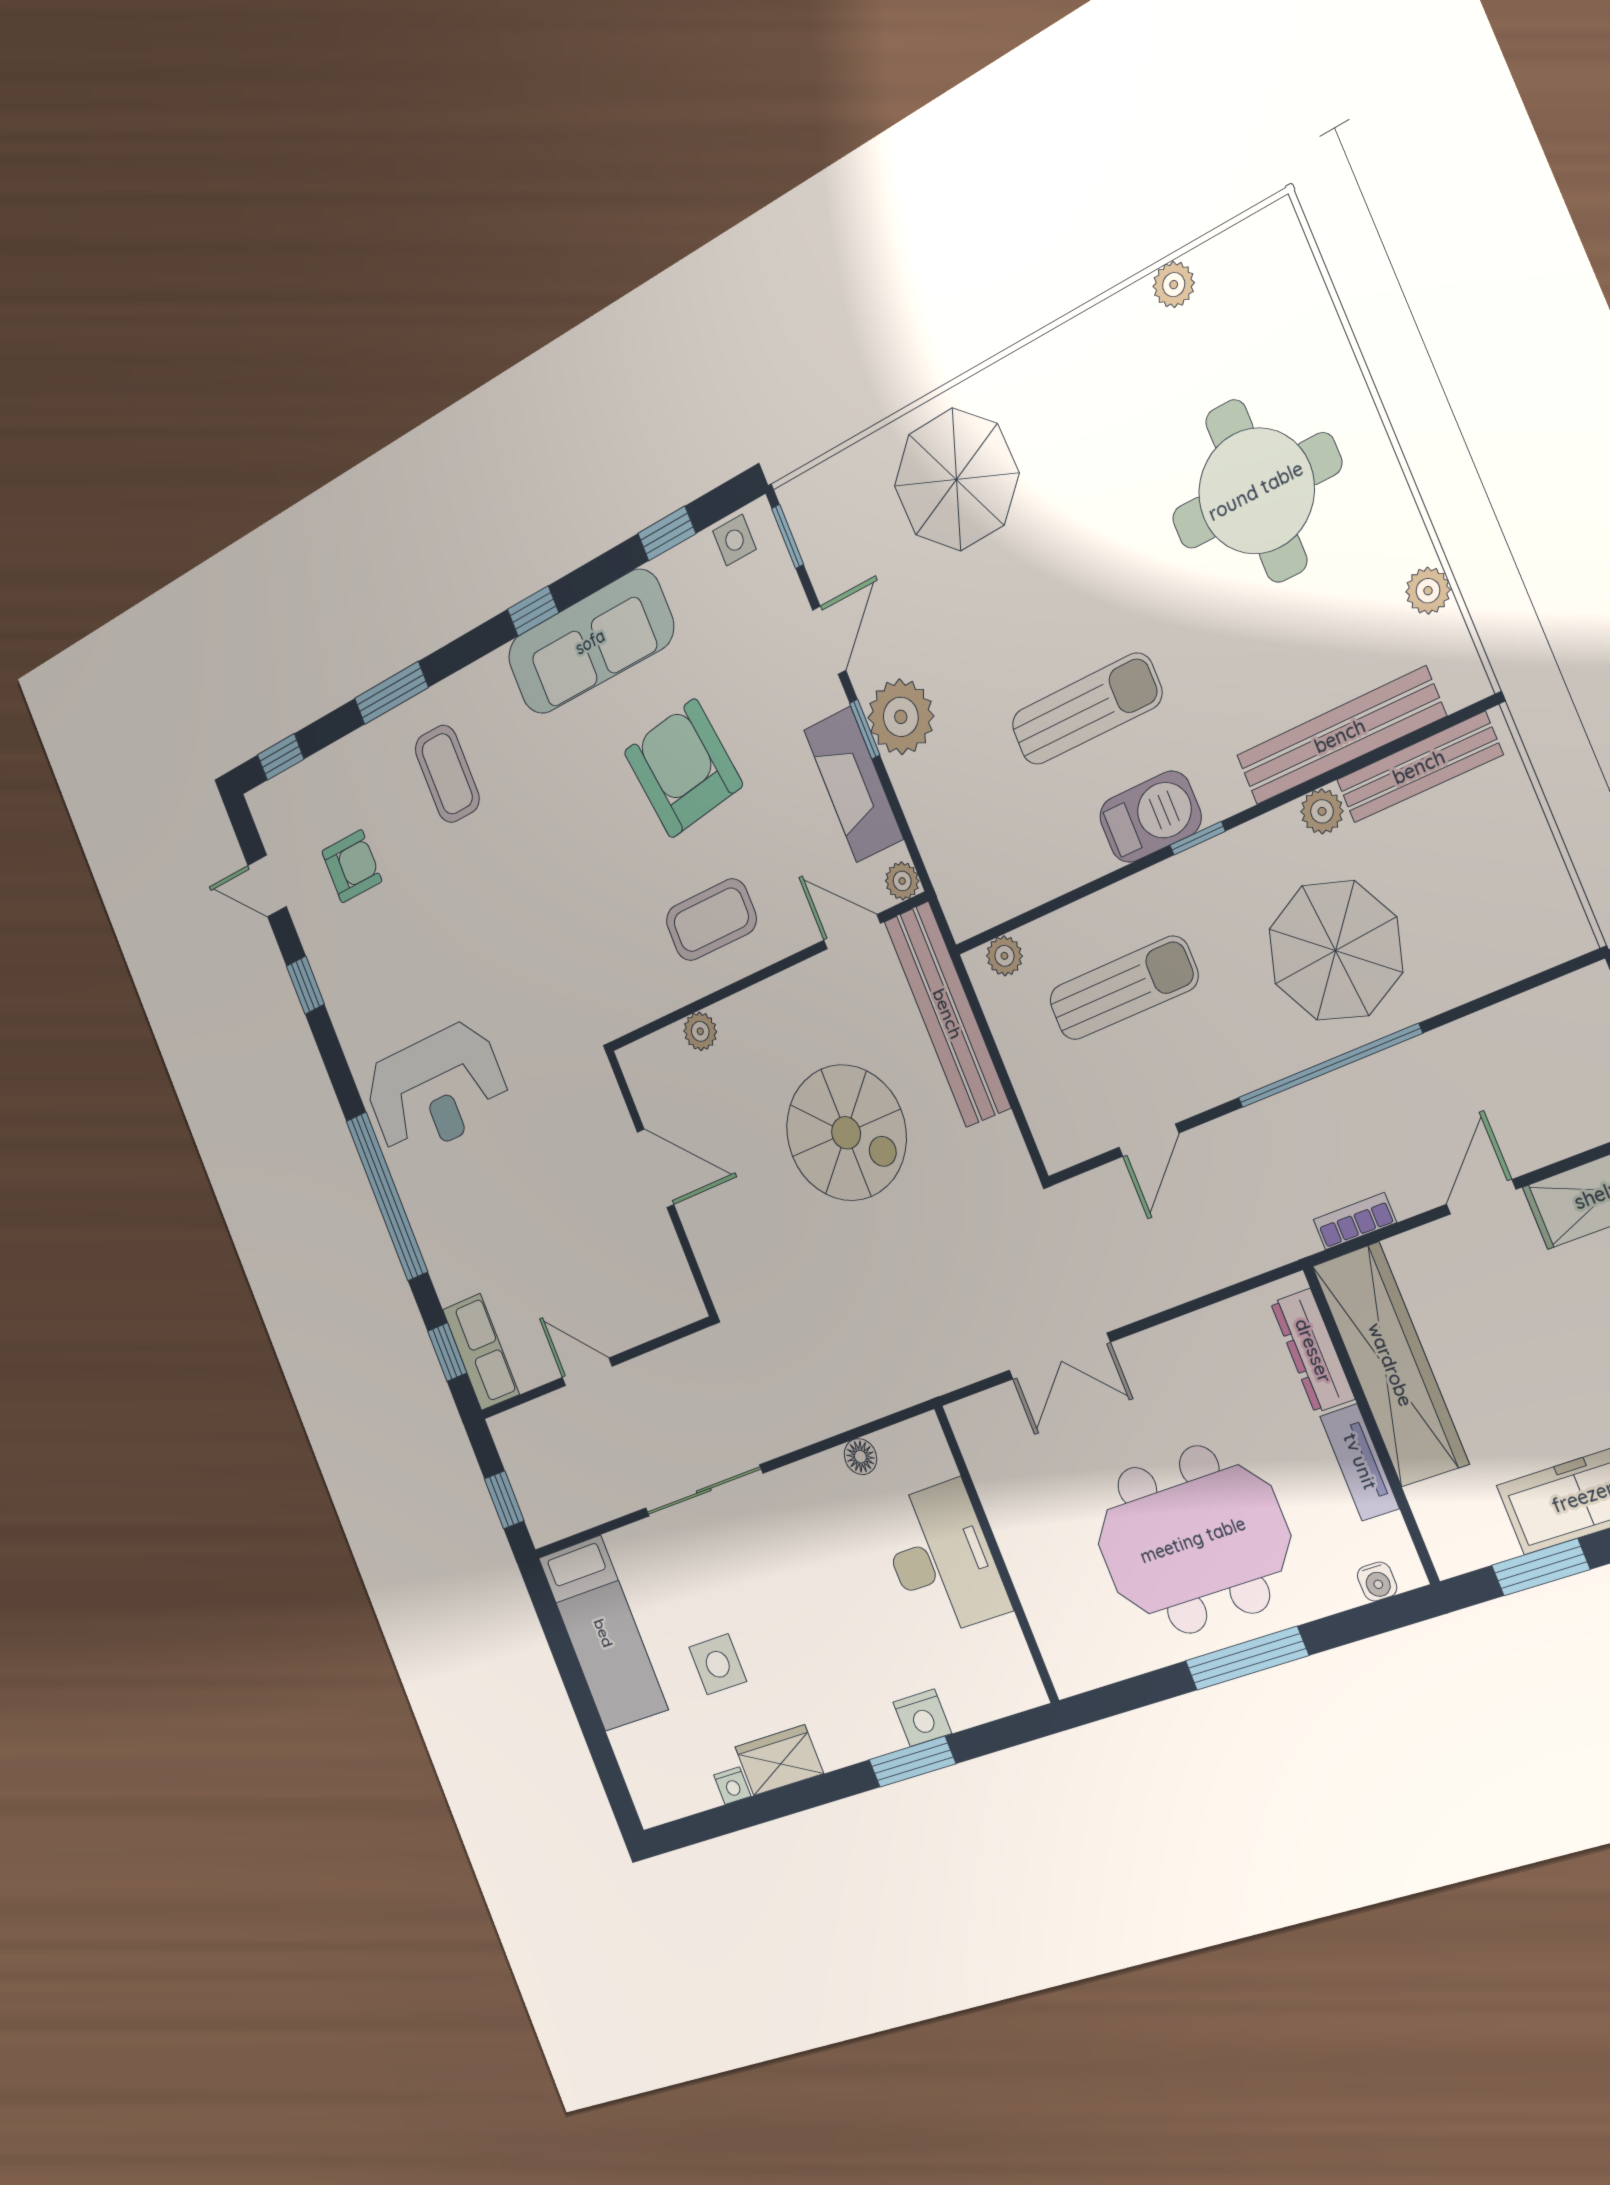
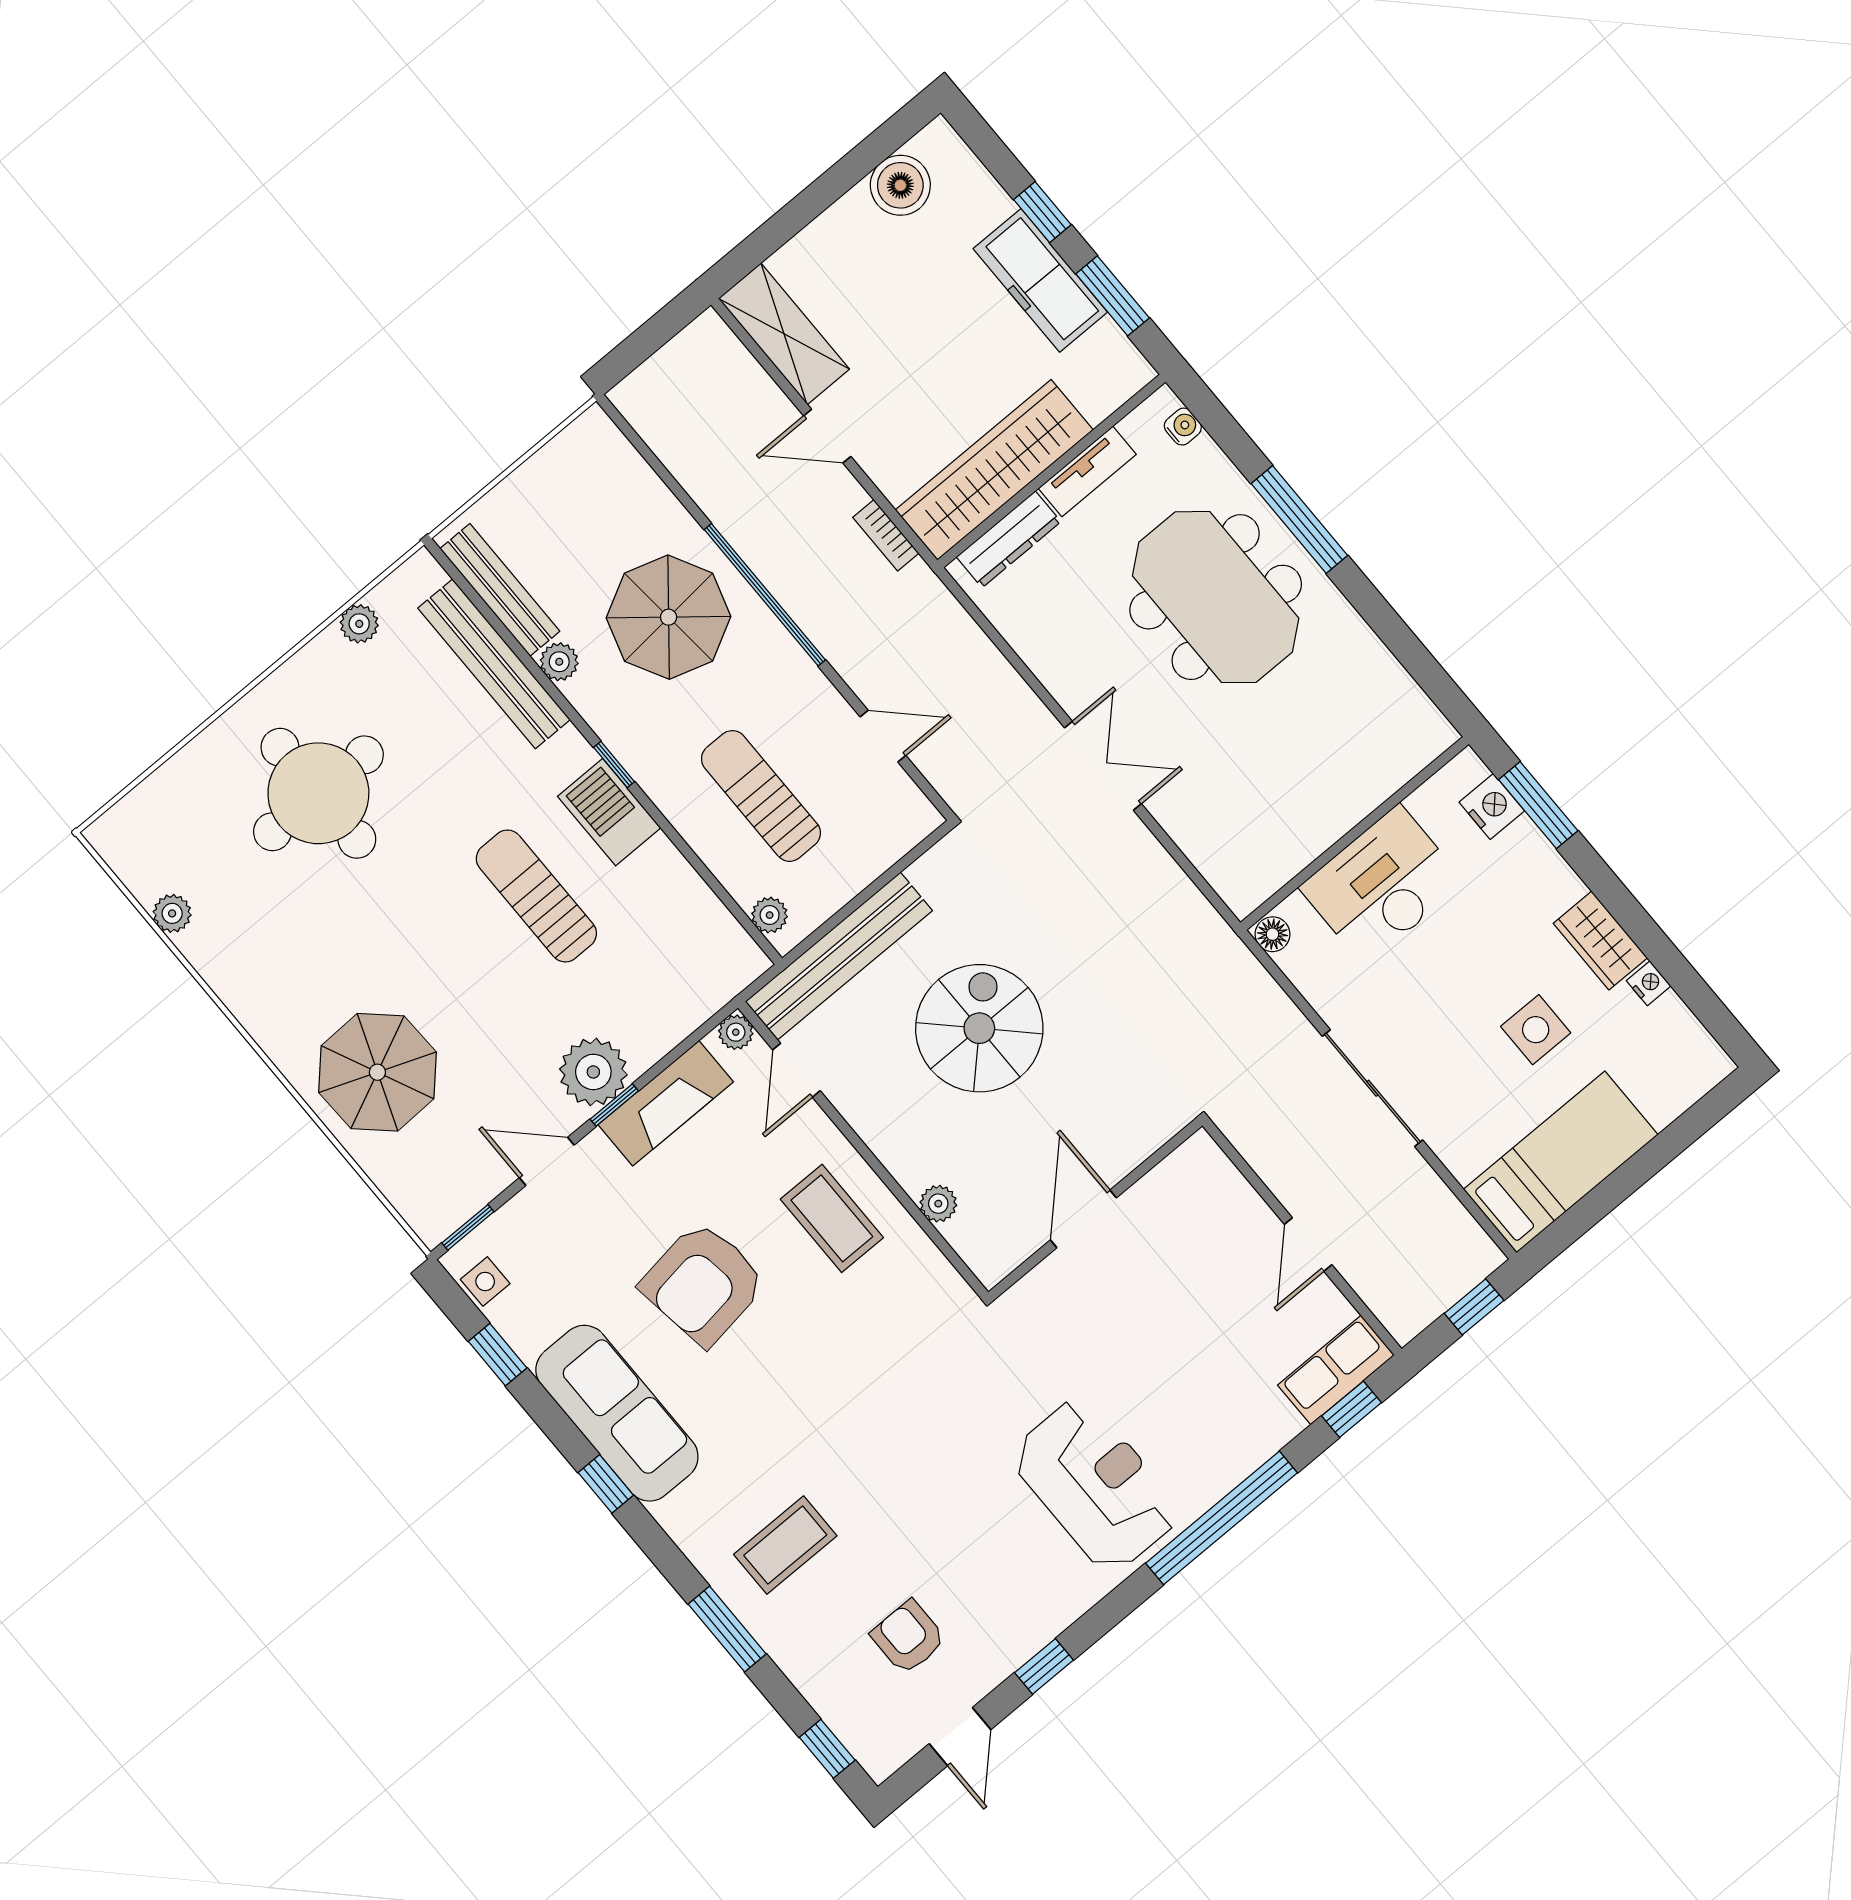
wall: (996, 1554) -> (1355, 833), moved
desk: (942, 1559) -> (1382, 885), moved

